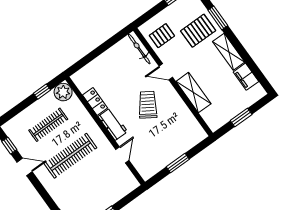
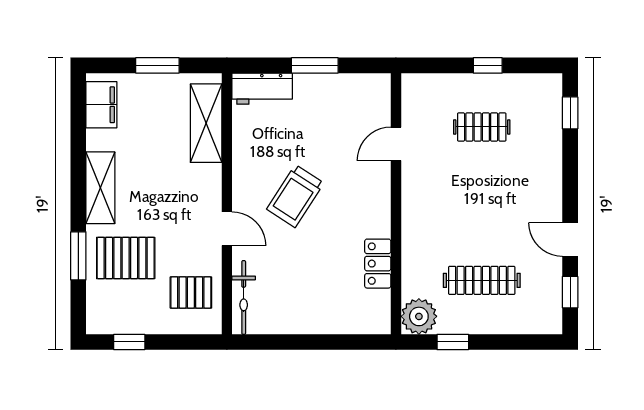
filing cabinet: (246, 77) -> (101, 105), moved
shelving: (193, 93) -> (206, 123), moved
workbench: (113, 124) -> (262, 89), moved, turned -90
clothes rail: (70, 156) -> (482, 127), moved, width x0.54, depth x0.76

